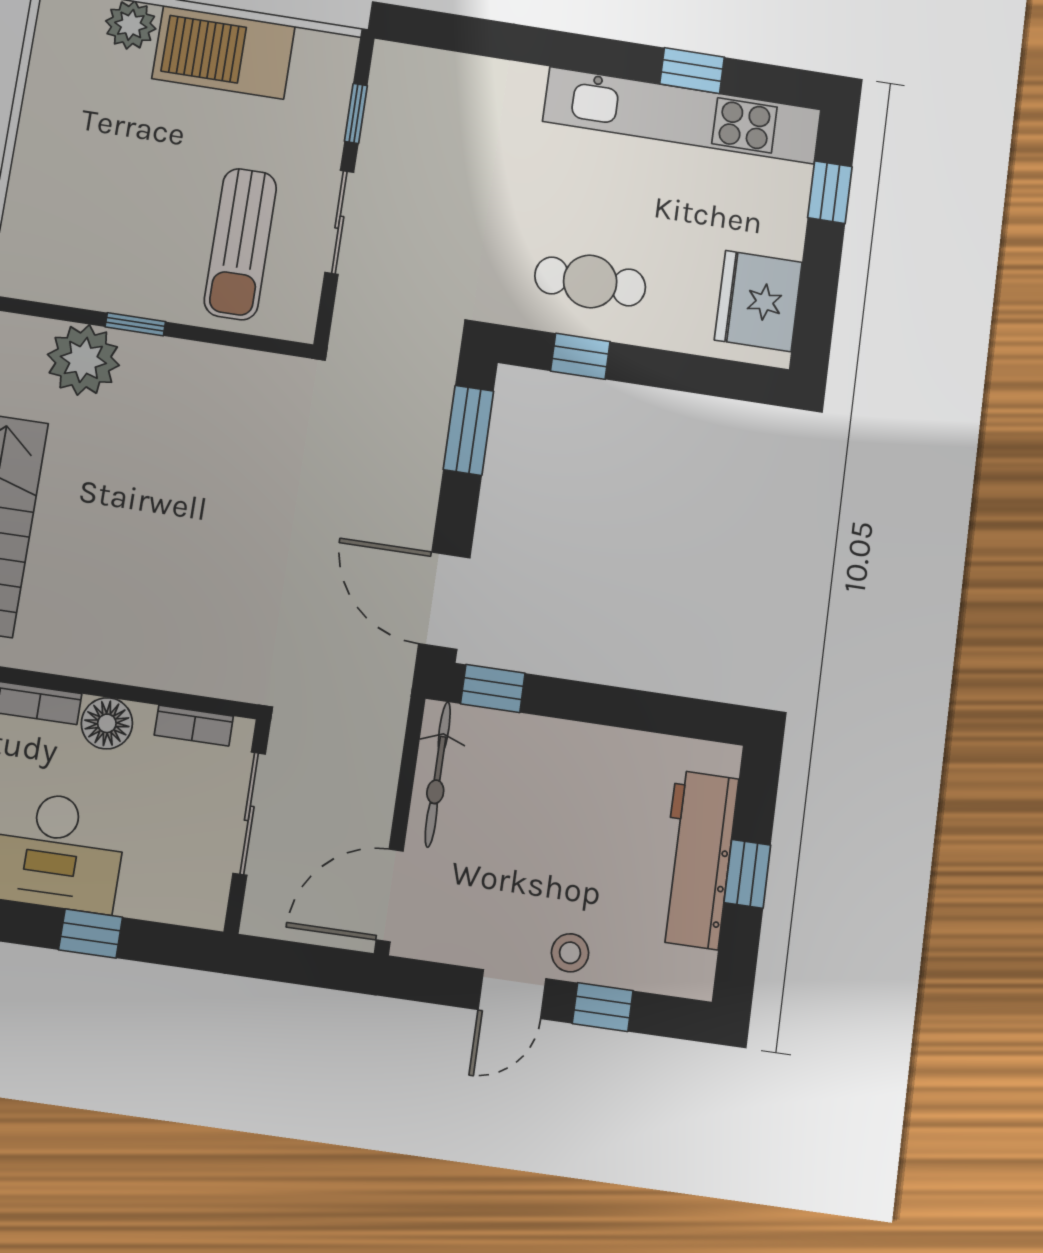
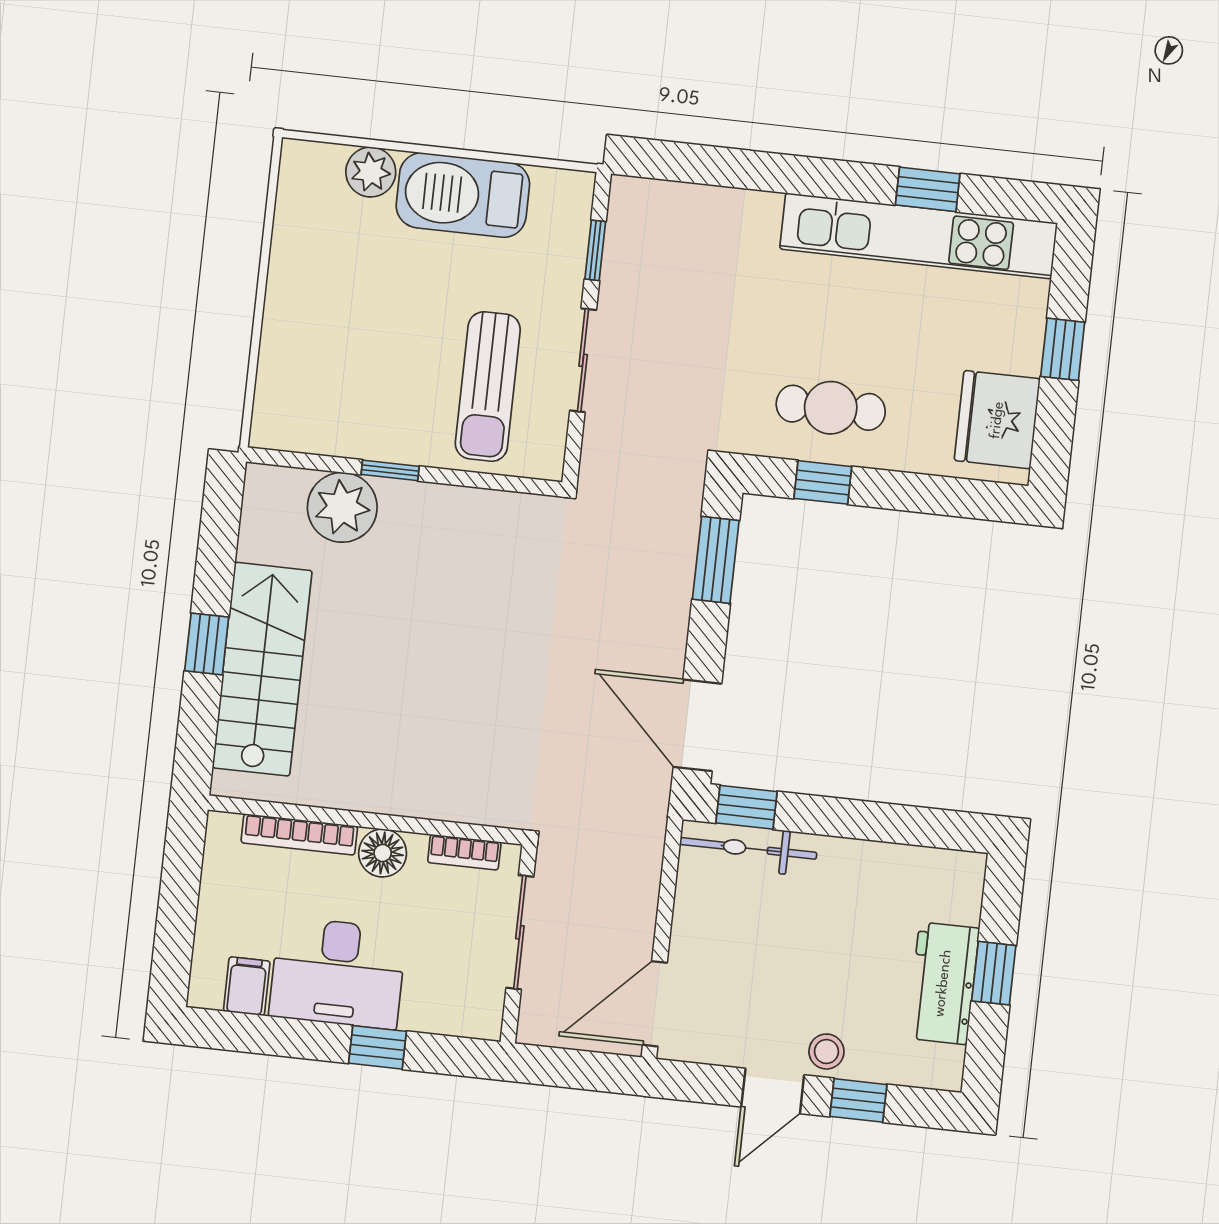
window: (830, 192) -> (1063, 349), moved
bicycle: (438, 774) -> (748, 848), moved, turned 90
workbench: (697, 860) -> (943, 983), width x0.73

